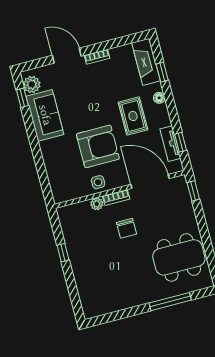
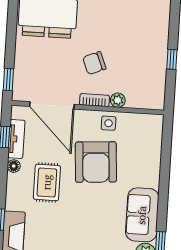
floor lamp: (159, 98) -> (14, 166), moved
armchair: (98, 146) -> (96, 162), turned -94
chair: (126, 228) -> (94, 63), turned -112

